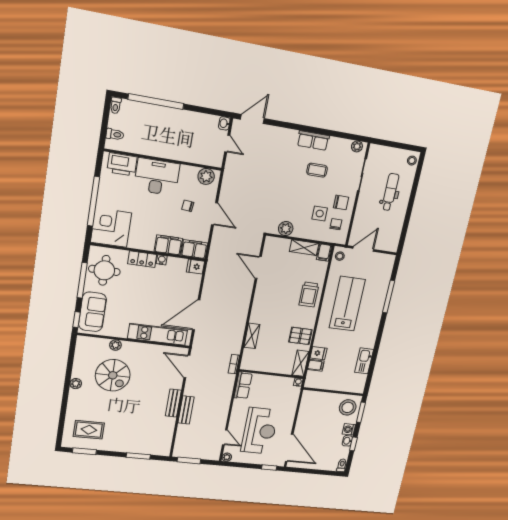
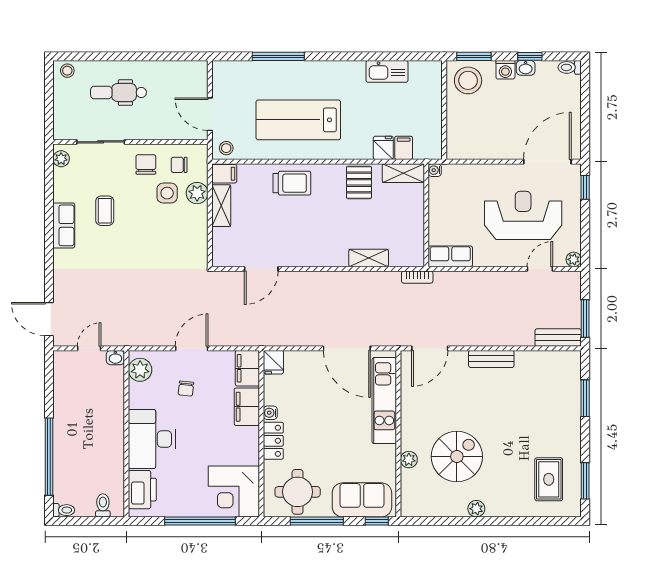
washbasin: (224, 123) -> (115, 358), moved
plant: (286, 229) -> (197, 193), moved
bench: (186, 410) -> (558, 337), moved

